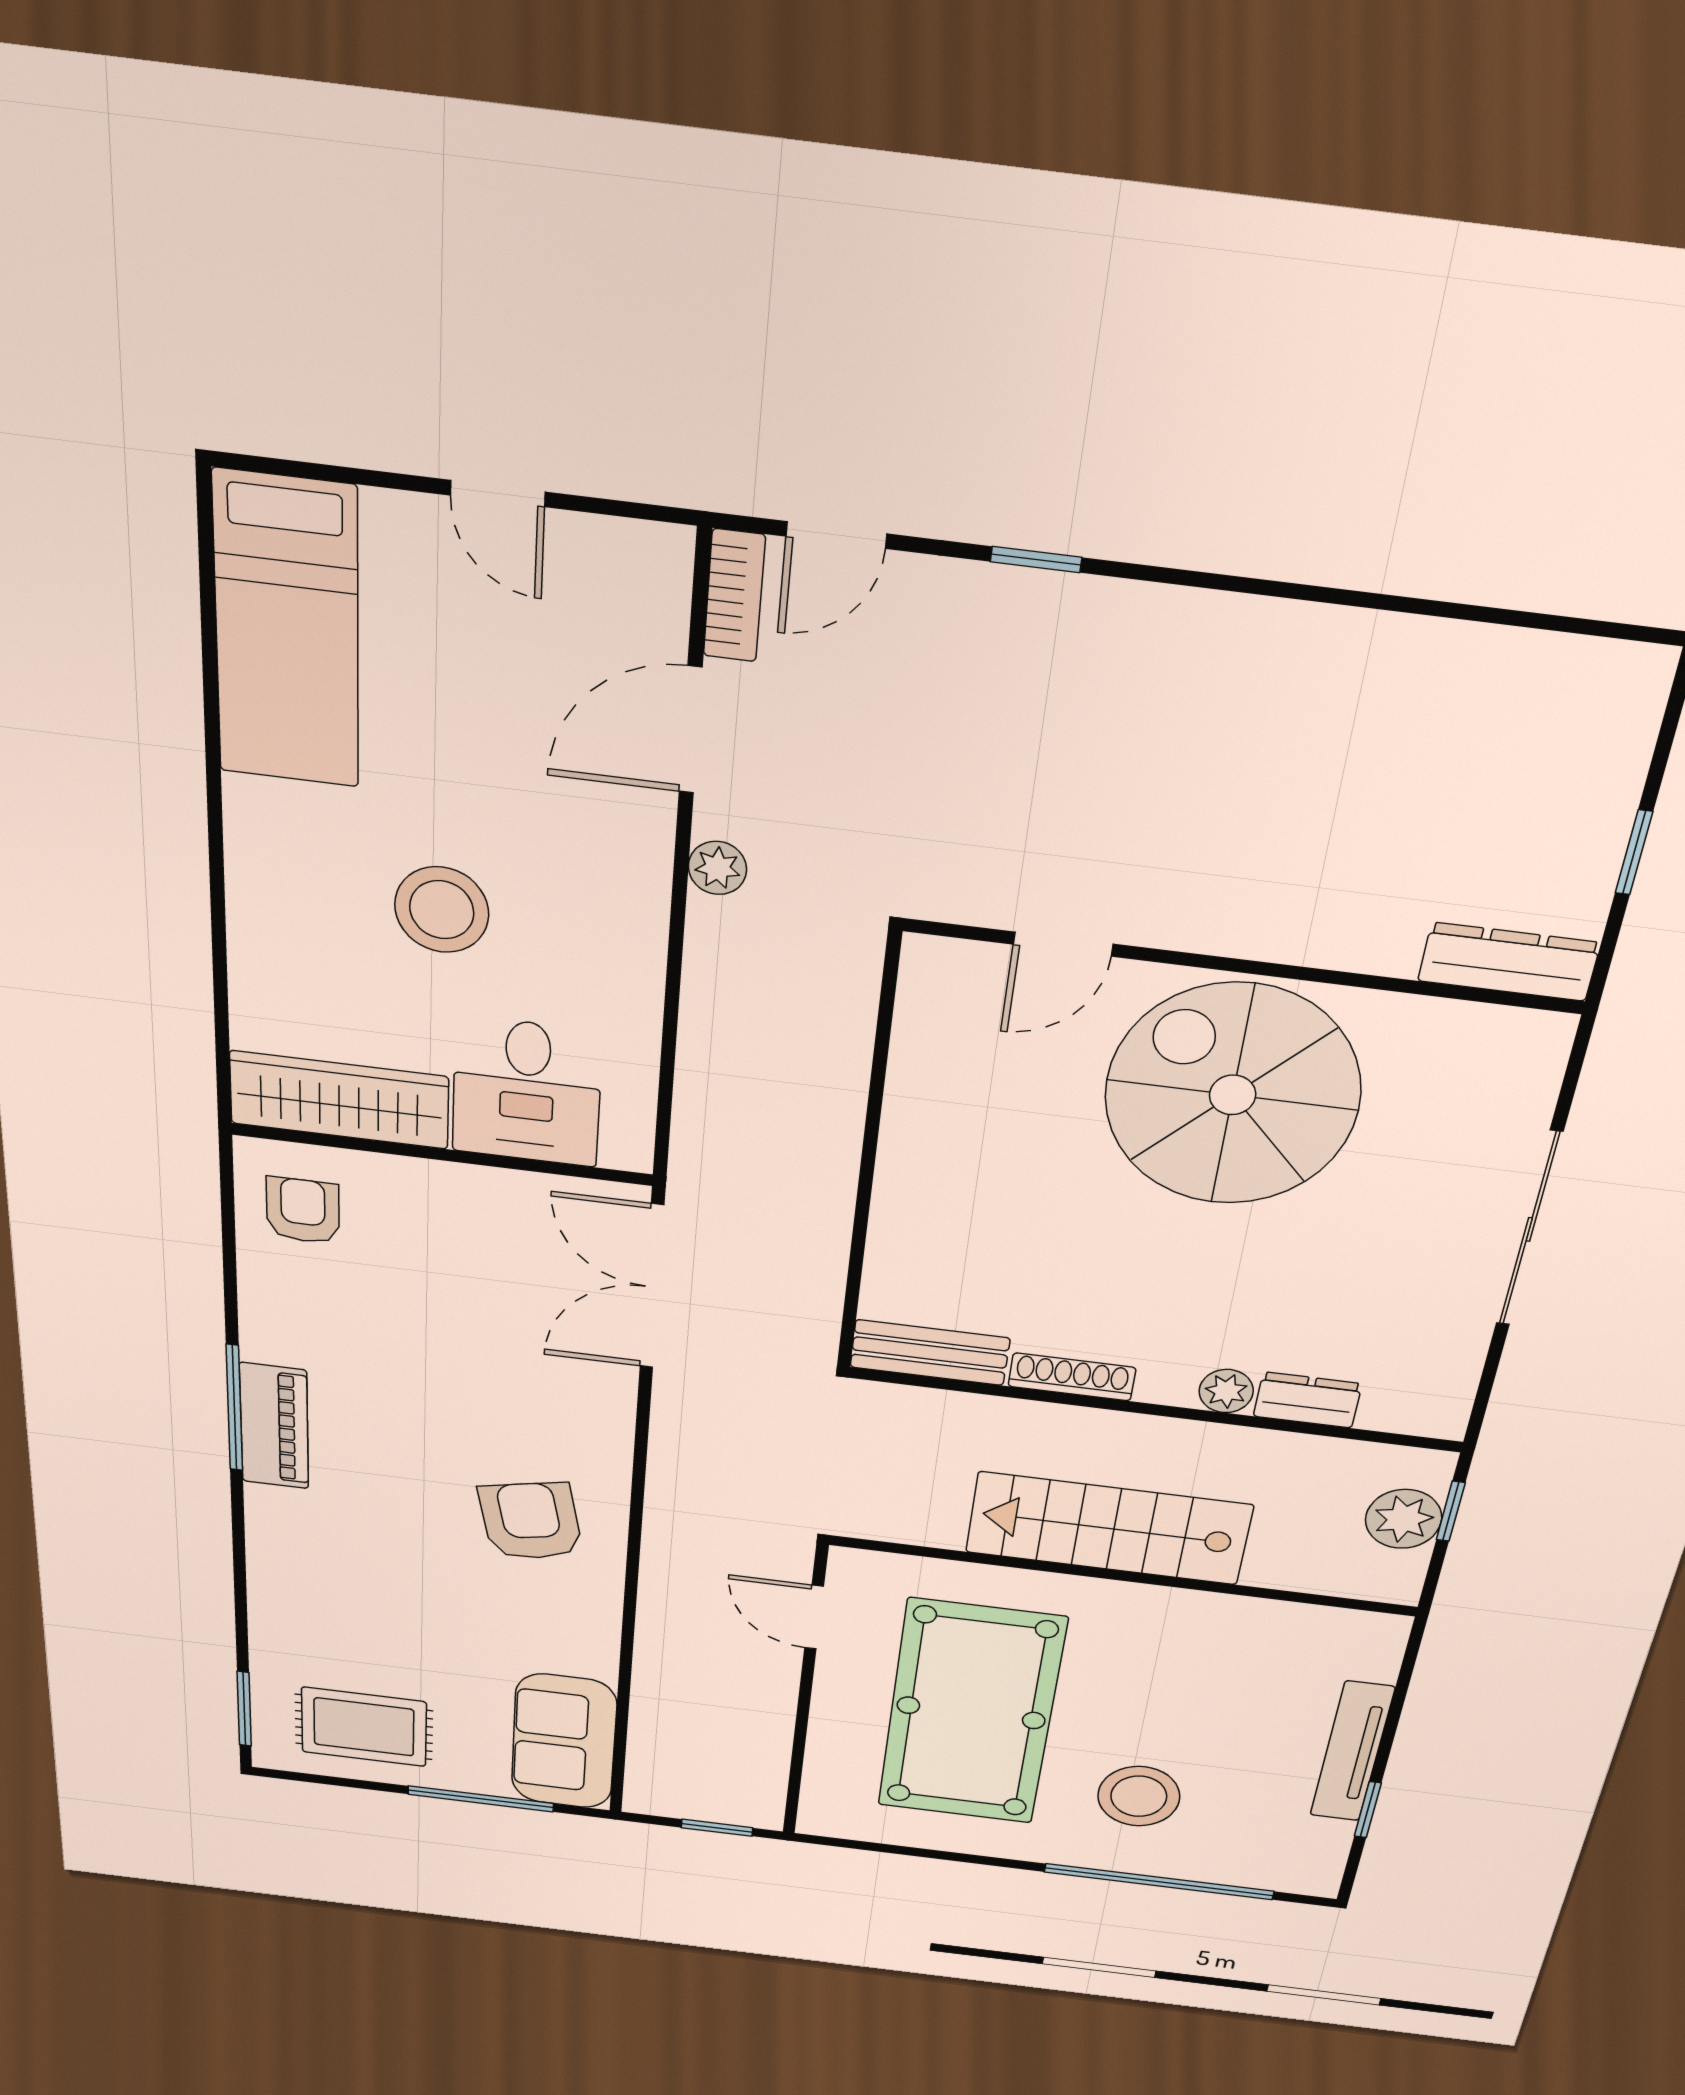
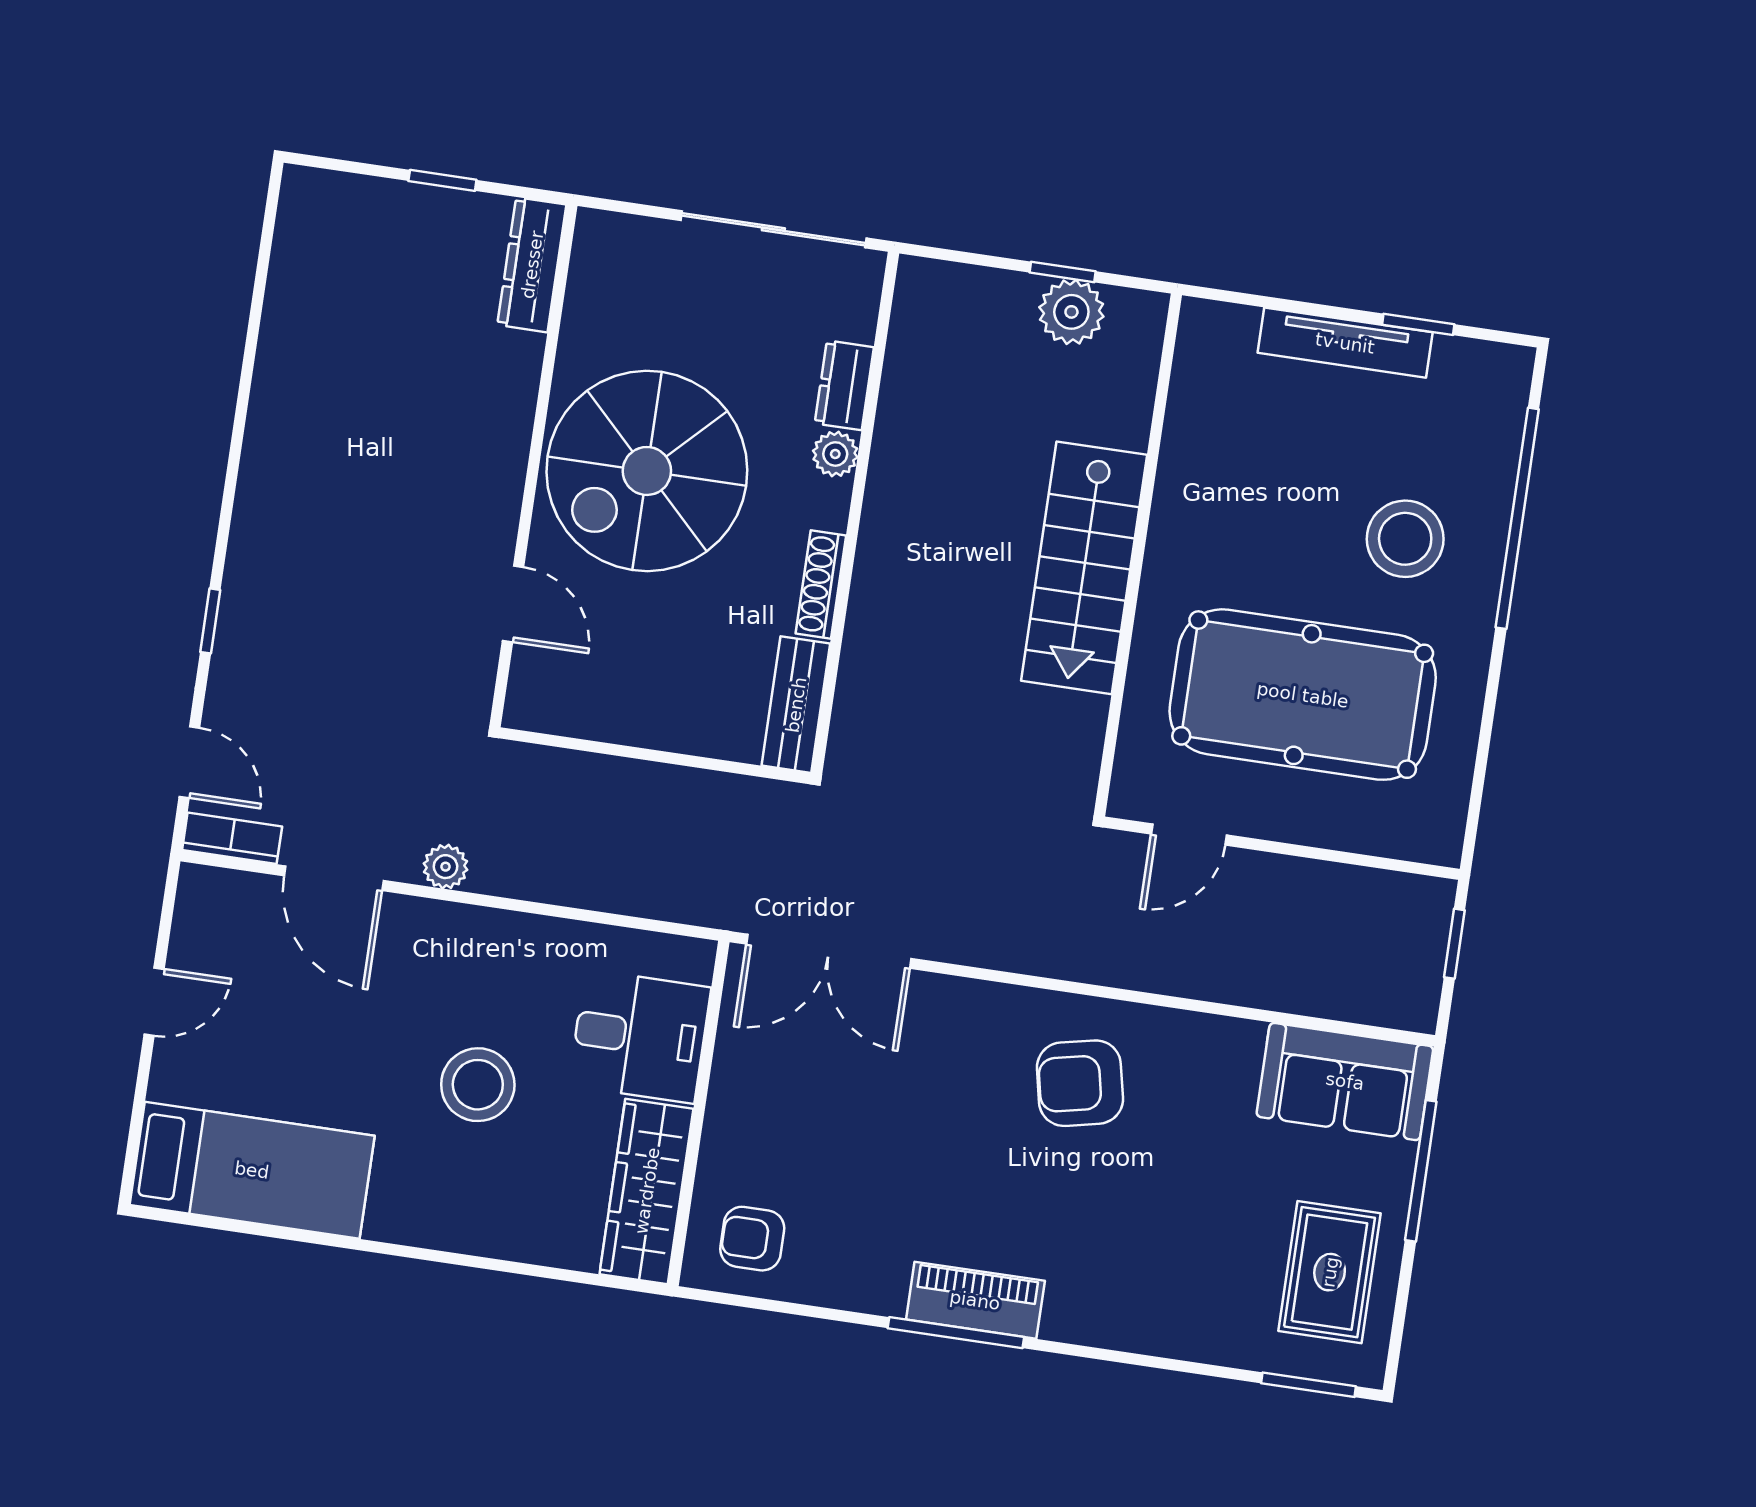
bench: (930, 1353) -> (796, 705), moved
shoe rack: (1072, 1377) -> (821, 585), moved
plant: (1226, 1391) -> (835, 454), moved
dresser: (1308, 1400) -> (844, 385), moved
wall: (1156, 1410) -> (855, 513), moved

